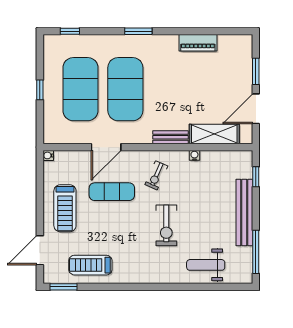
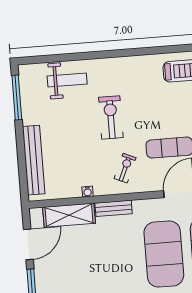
window: (256, 177) -> (23, 175), removed
bench: (244, 213) -> (34, 160), moved

